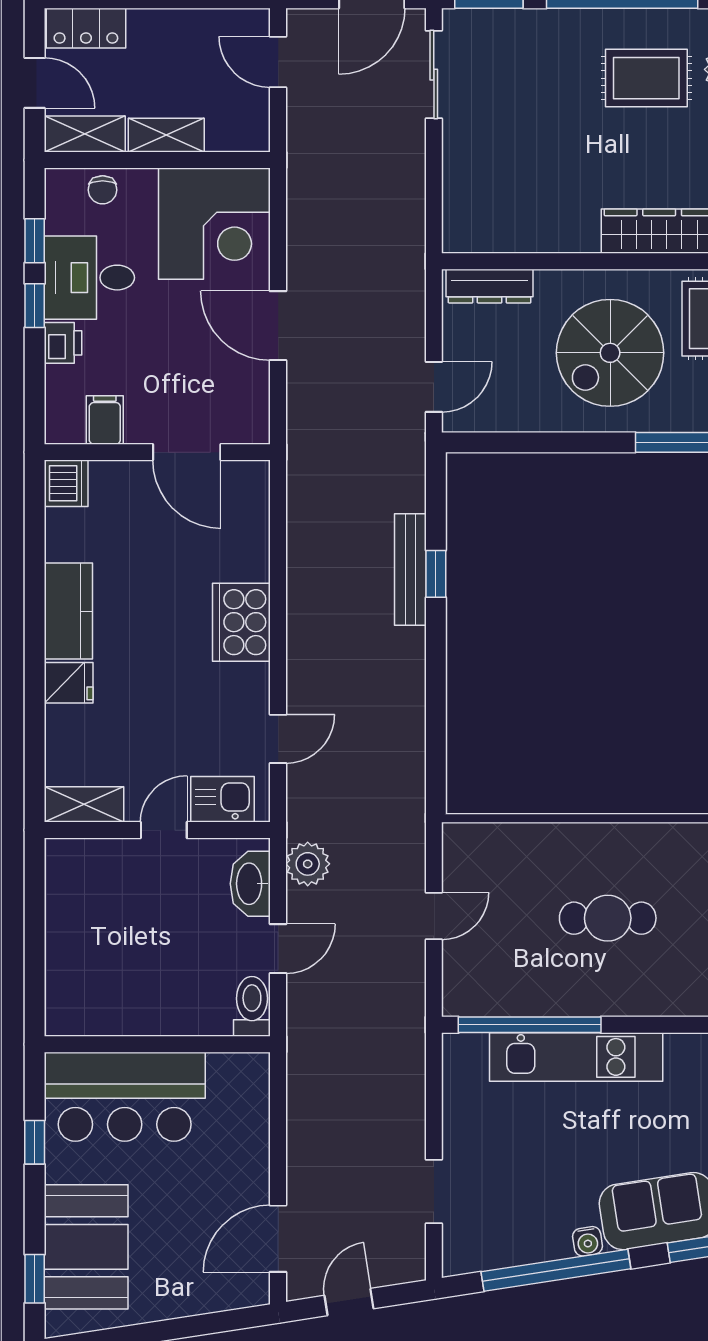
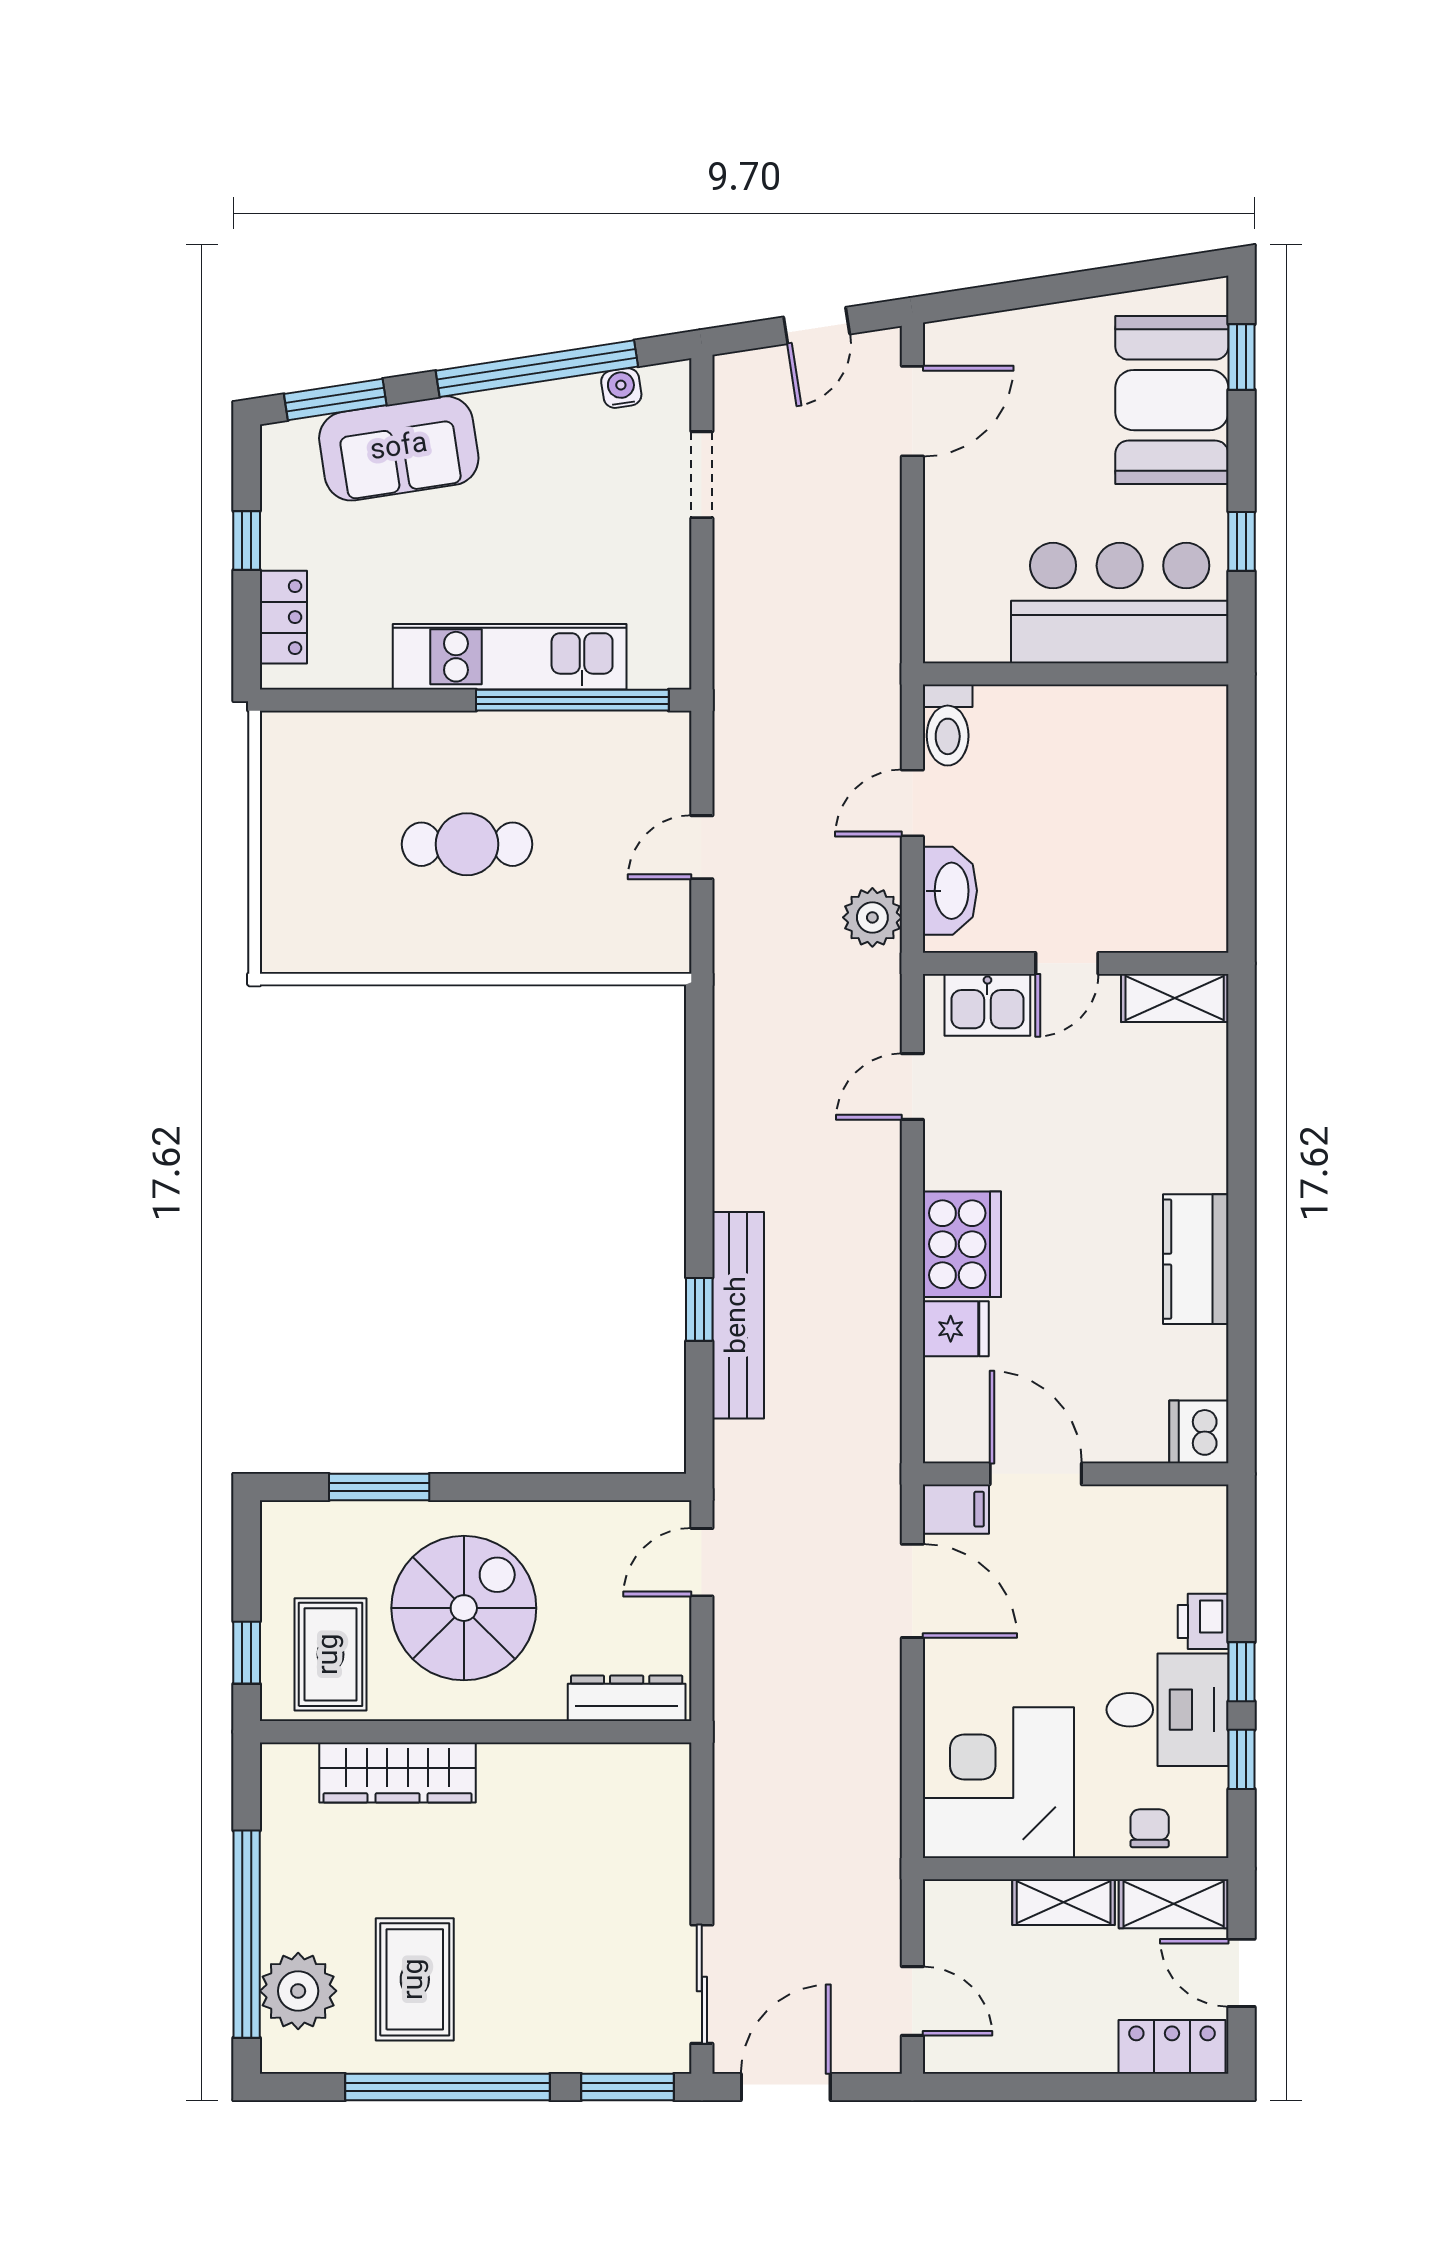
rug: (646, 78) -> (415, 1979), turned 90
door: (278, 326) -> (912, 1591), moved
filing cabinet: (105, 420) -> (956, 1509), moved, turned -90
bench: (410, 570) -> (738, 1315), width x1.37, depth x1.21
fridge: (69, 683) -> (956, 1329), moved, turned 180
water cooler: (588, 1241) -> (621, 388), moved

